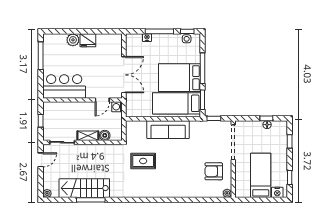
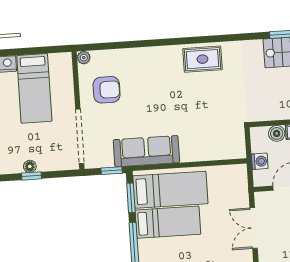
double door: (124, 75) -> (254, 228), width x0.73
bed: (179, 78) -> (168, 222), width x0.67
washing machine: (117, 107) -> (260, 161), moved
sofa: (168, 130) -> (146, 151), moved
rug: (143, 161) -> (202, 59), moved

